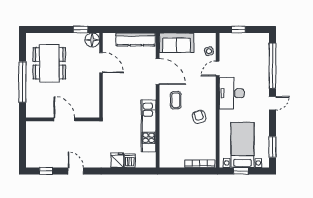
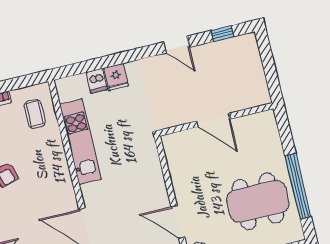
dining table: (49, 63) -> (258, 201), turned 90
window: (22, 82) -> (298, 186), moved
coffee table: (176, 100) -> (35, 114), moved

